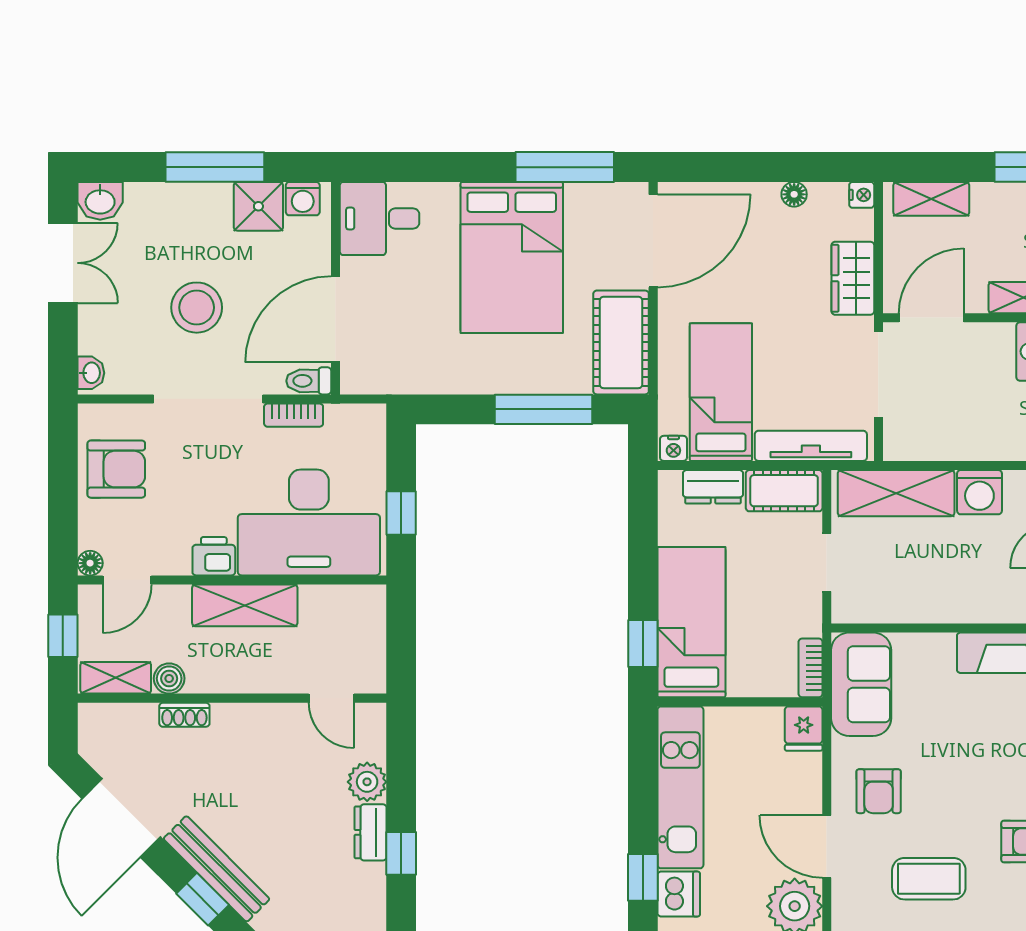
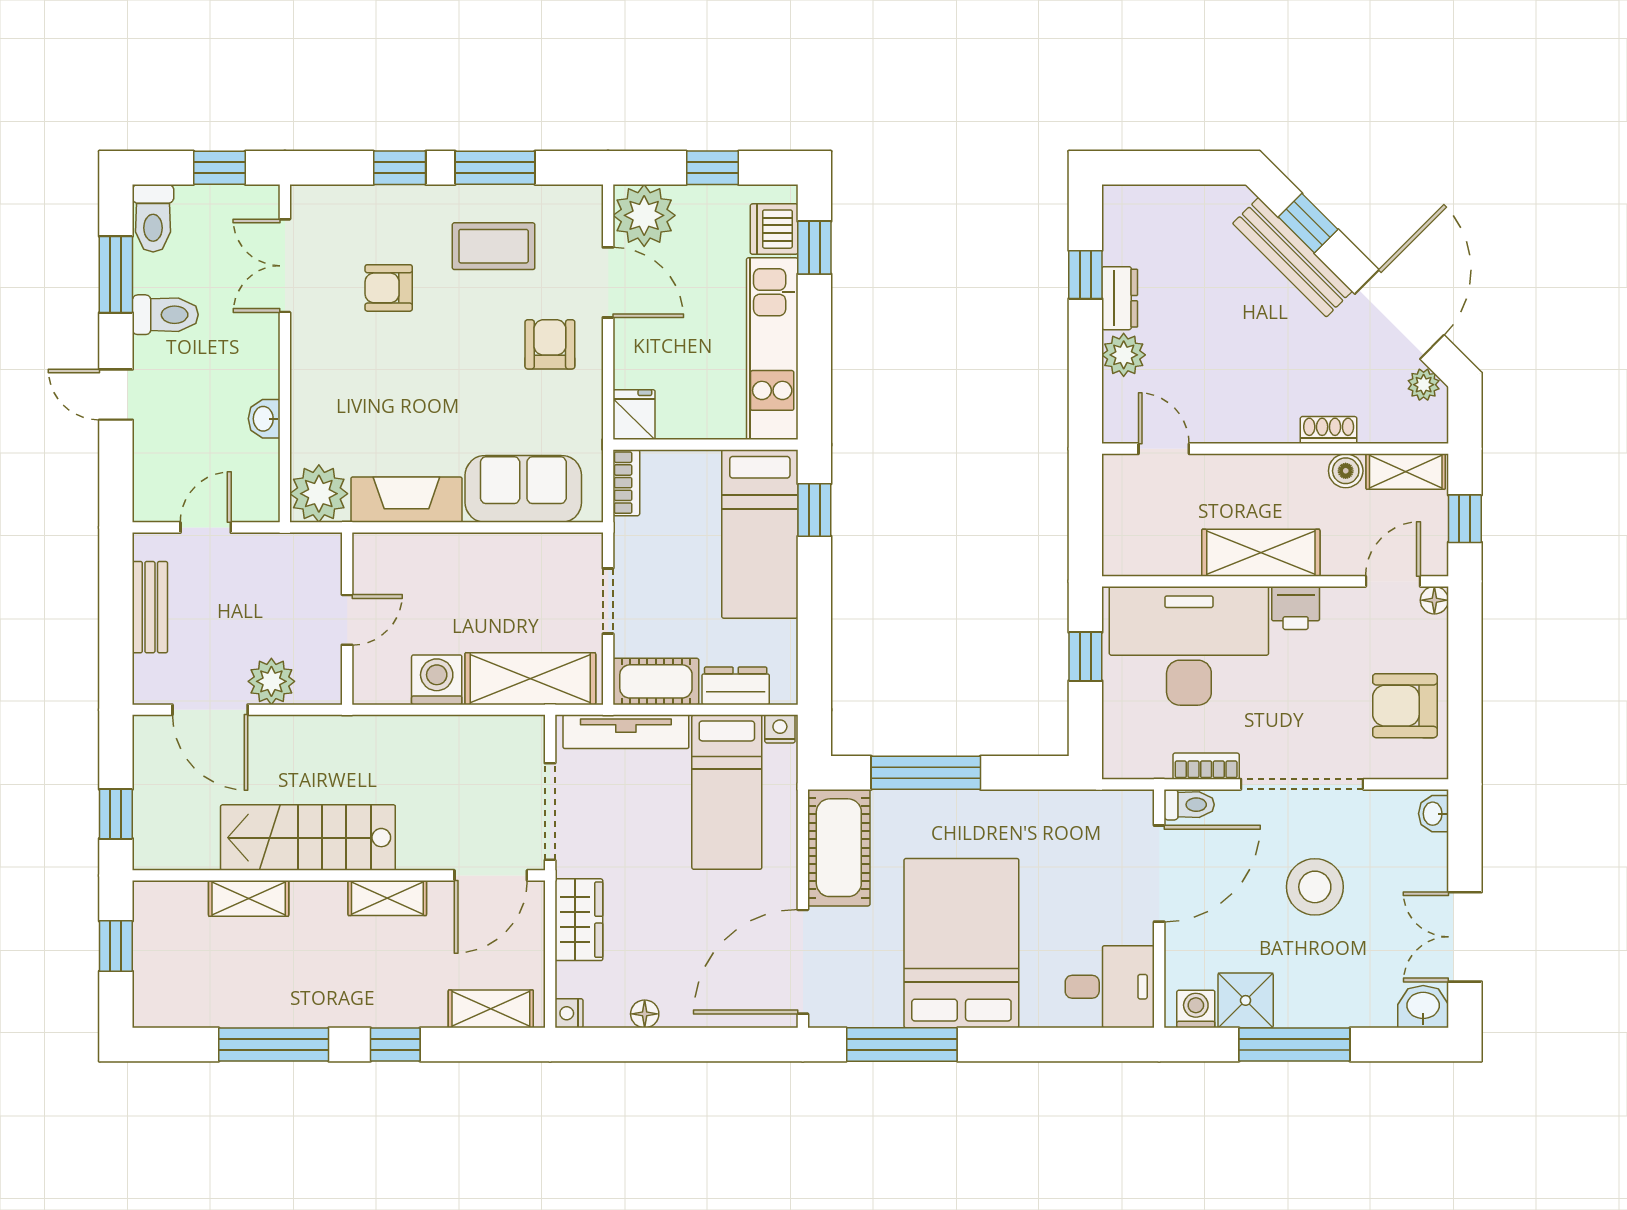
sofa: (861, 684) -> (523, 489), moved, turned 90
plant: (100, 755) -> (1424, 385), added

